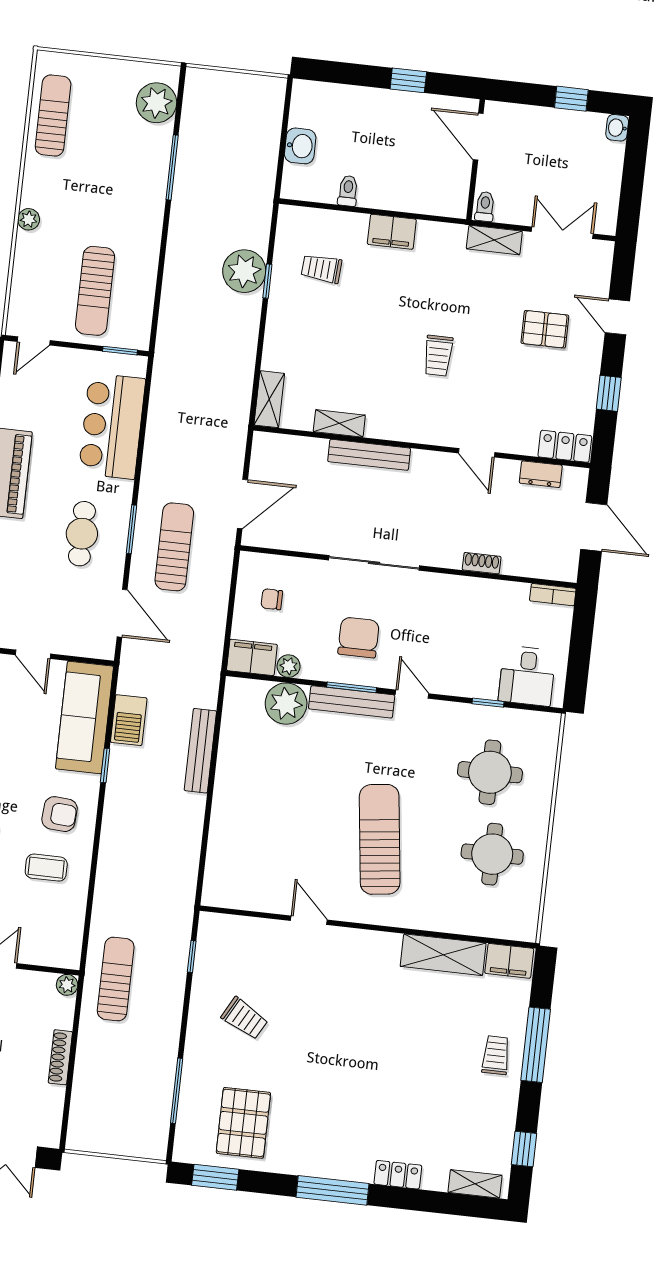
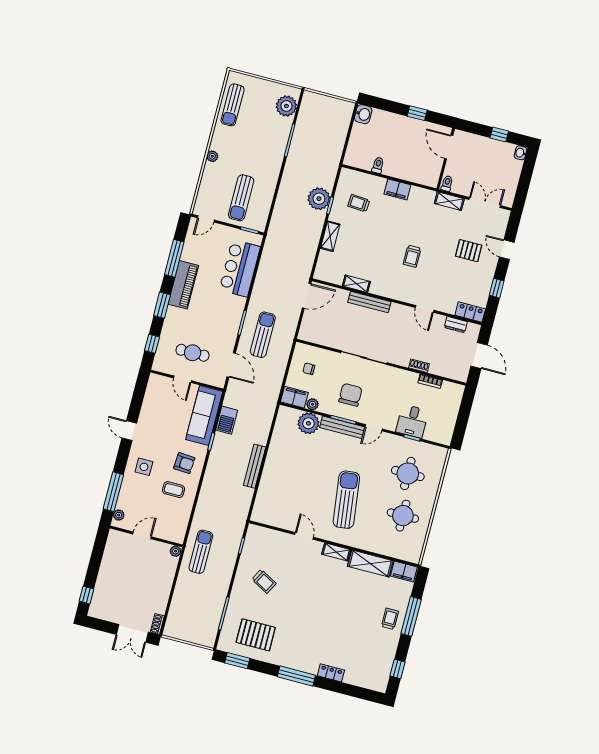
sun lounger: (53, 116) -> (233, 105), turned 180
washbasin: (300, 146) -> (363, 114), moved
shelving: (269, 399) -> (330, 236), moved
door: (242, 504) -> (307, 296), moved
cafe table: (82, 534) -> (193, 353), moved, turned 90
bookcase: (553, 595) -> (430, 381), moved
desk: (527, 676) -> (412, 421), moved
door: (412, 694) -> (374, 428), swing flipped
bench: (200, 751) -> (255, 466), moved
shoe rack: (60, 1057) -> (157, 624), moved, width x0.70
pallet: (243, 1123) -> (256, 635), turned 90
shelving: (475, 1184) -> (336, 552), moved

